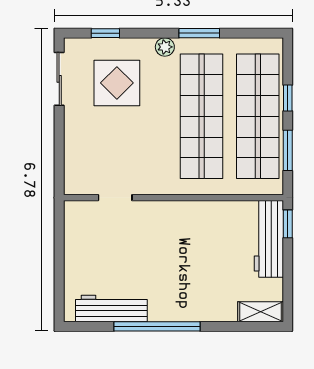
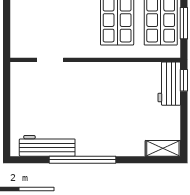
workbench: (269, 239) -> (169, 84), width x0.73

